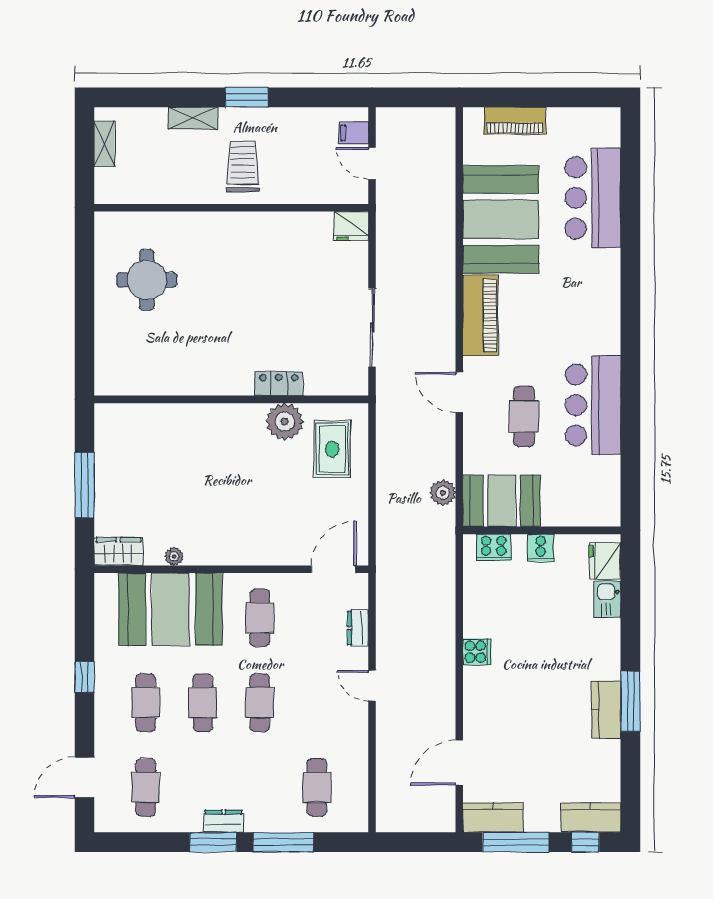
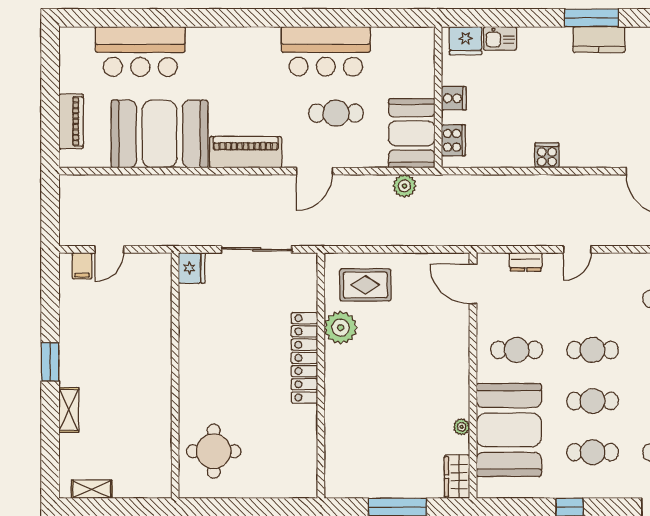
trolley: (243, 166) -> (112, 365), removed
wall: (231, 208) -> (175, 376), moved
fridge: (351, 226) -> (192, 268), moved
locker: (279, 384) -> (304, 358), width x2.16, depth x1.21

